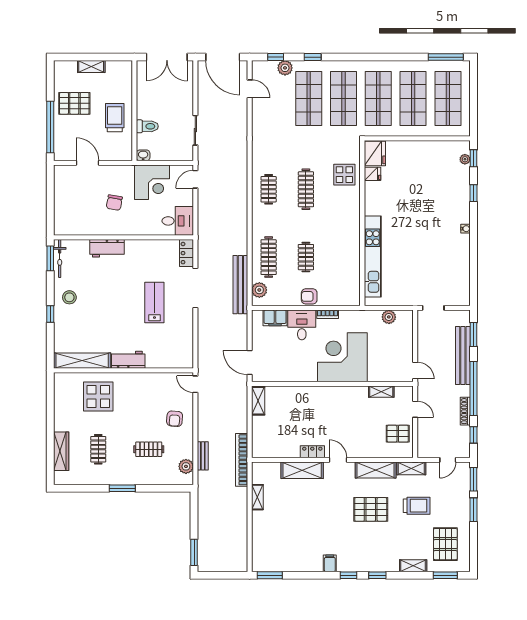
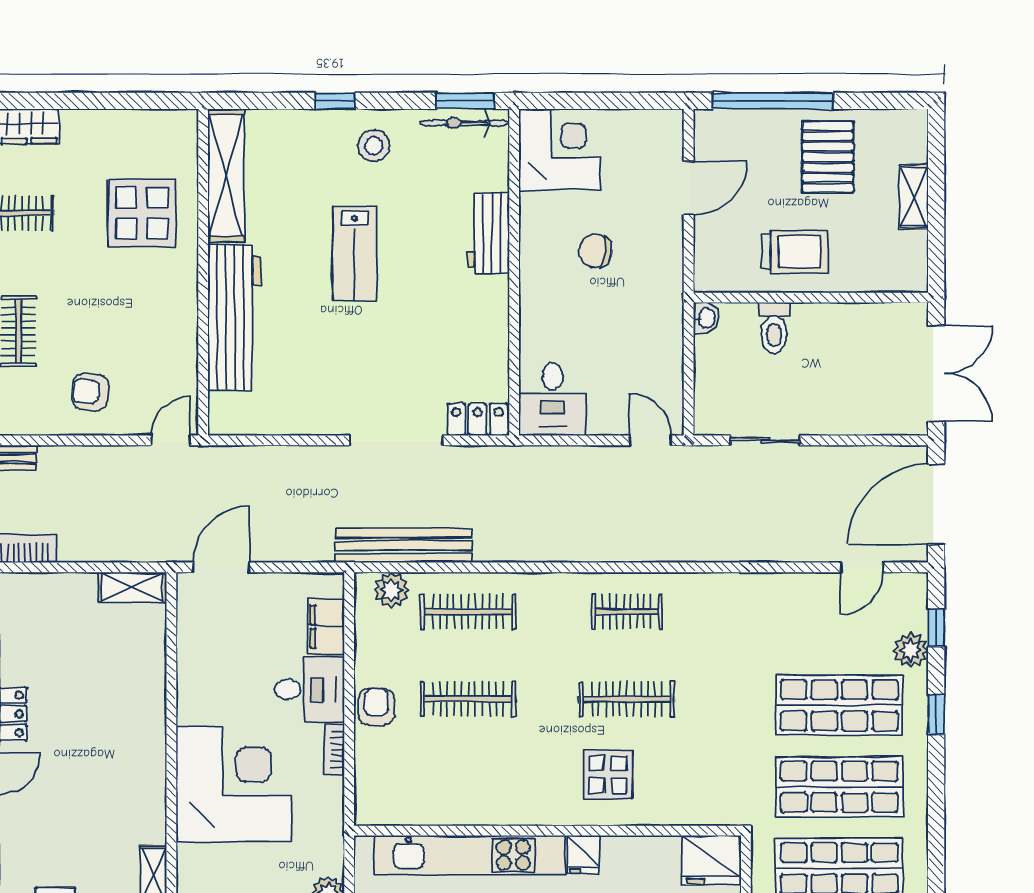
double door: (167, 57) -> (936, 374), swing flipped
fridge: (372, 174) -> (583, 854), moved
display table: (344, 175) -> (608, 774), moved
corner desk: (152, 182) -> (560, 149), moved, turned 180
clothes rail: (306, 257) -> (468, 699), width x1.36
lab bench: (154, 303) -> (355, 253), moved, turned 90
workbench: (128, 360) -> (234, 317), width x1.88, depth x1.32

